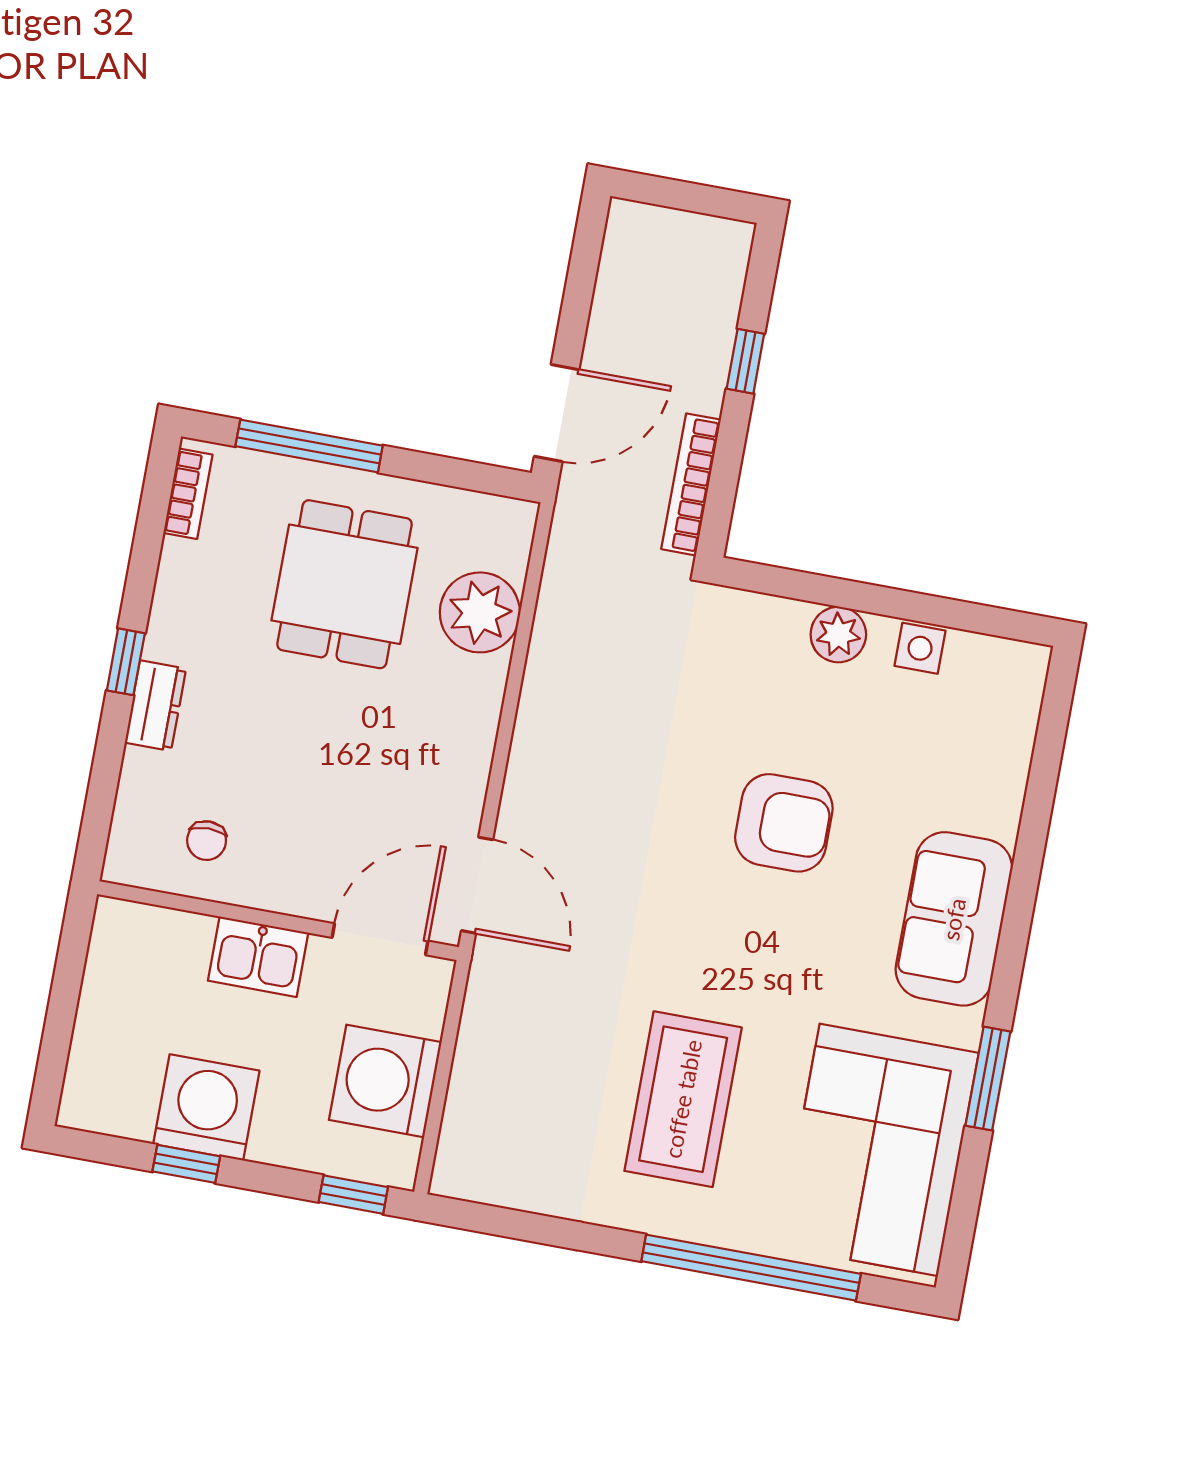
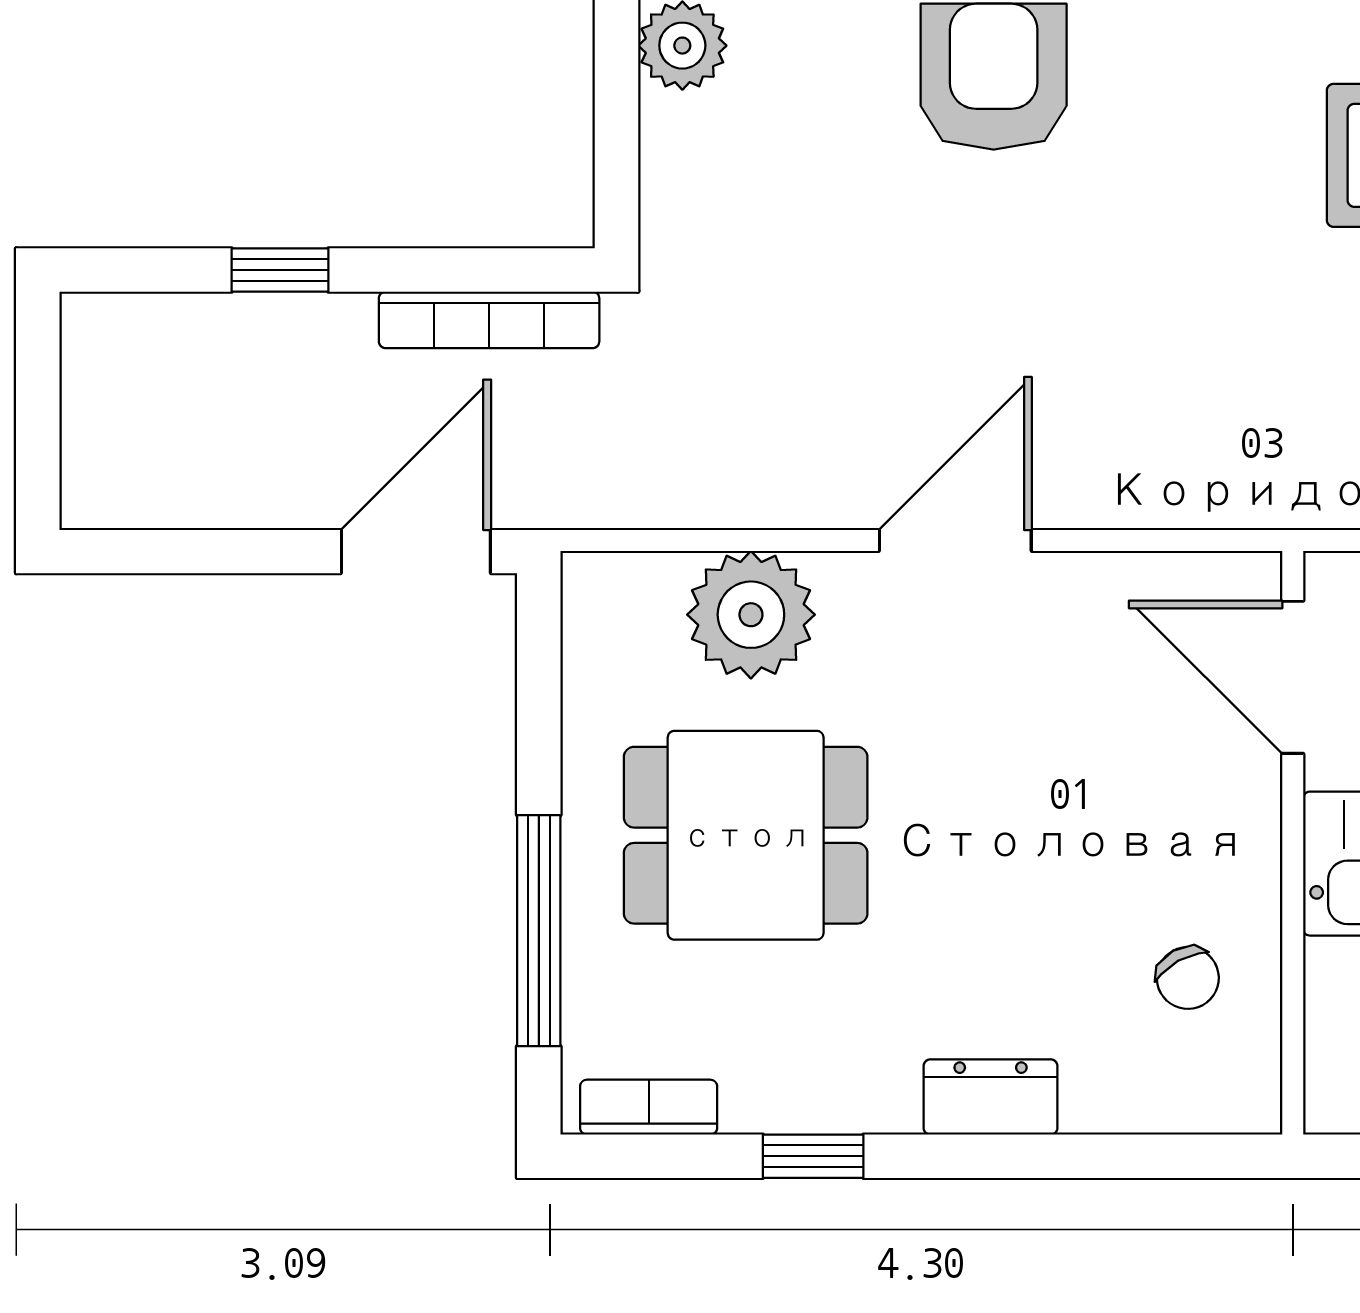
door: (557, 413) -> (416, 552), hinge flipped
window: (126, 662) -> (813, 1156), moved
chair: (207, 841) -> (1188, 978), turned 61
door: (477, 885) -> (955, 540), moved

